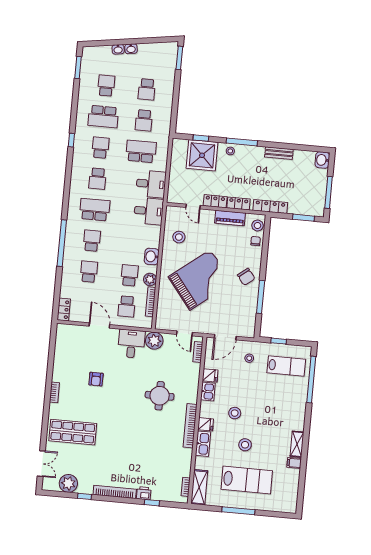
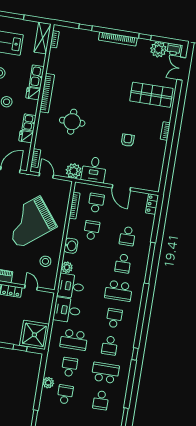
plant: (167, 101) -> (48, 383), added
shower: (202, 155) -> (34, 335), moved
school desk: (129, 275) -> (92, 230), turned 180
plant: (150, 279) -> (67, 267), moved
printer: (144, 493) -> (174, 49), moved

